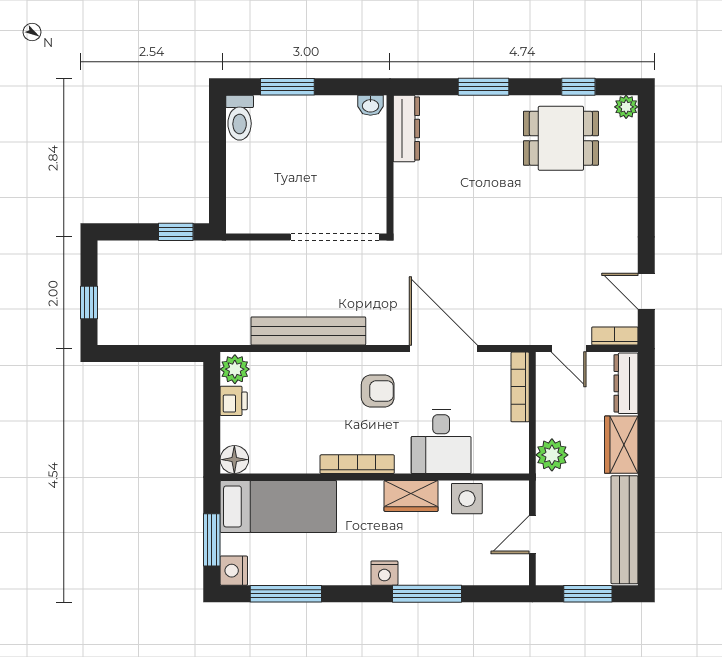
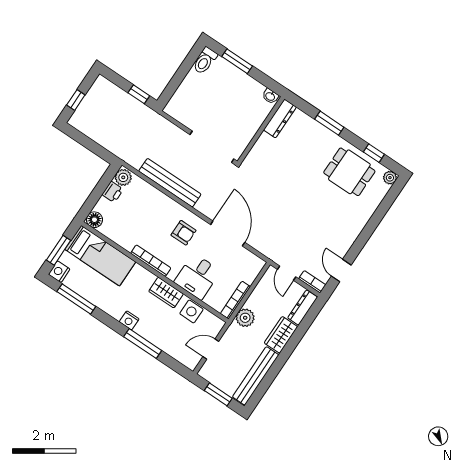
bookcase: (520, 387) -> (235, 300), moved

